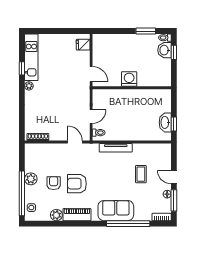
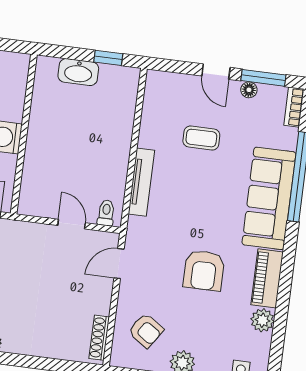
washbasin: (165, 122) -> (78, 72), moved
door: (174, 177) -> (216, 72), hinge flipped
armchair: (54, 183) -> (146, 331), moved, turned -146
sofa: (116, 211) -> (269, 198), width x1.36

